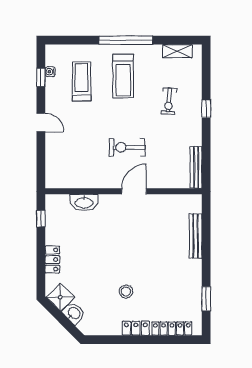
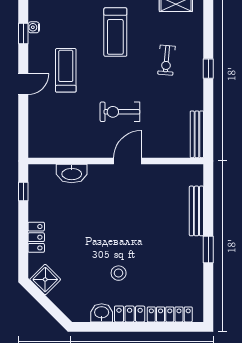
treadmill: (82, 81) -> (66, 70), moved
door: (41, 122) -> (23, 84), hinge flipped
window: (206, 299) -> (208, 250), moved
washbasin: (74, 313) -> (102, 313), moved, turned -45

